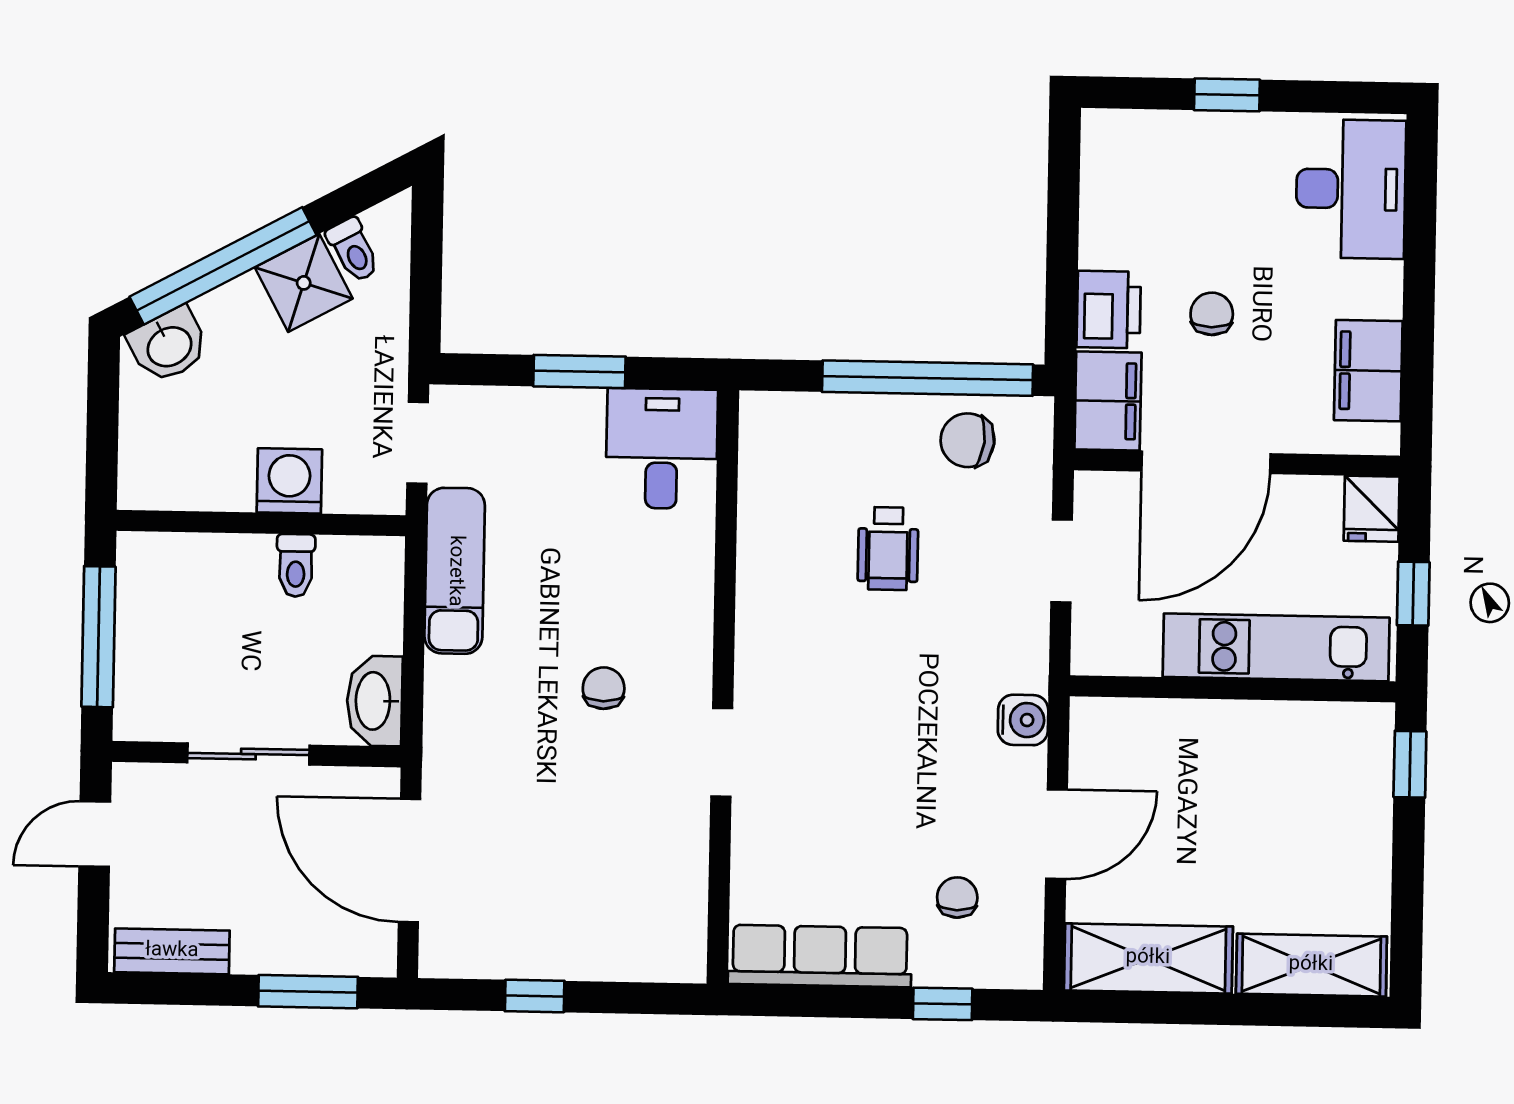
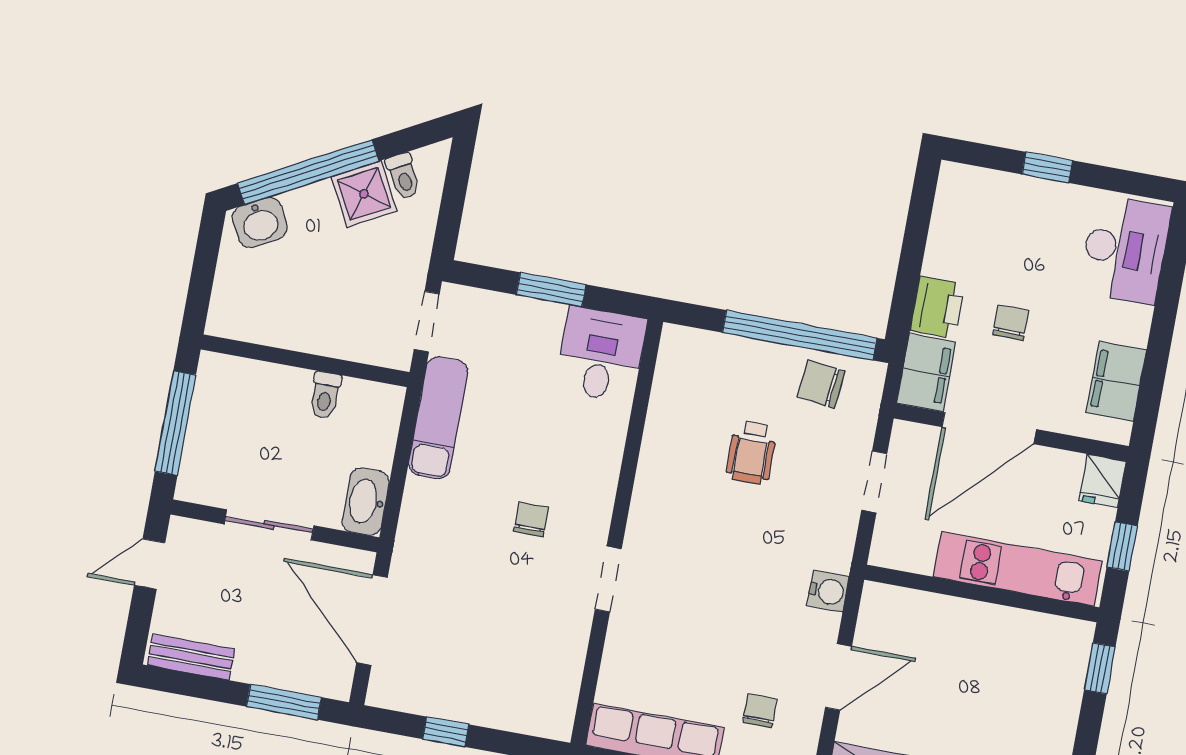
washing machine: (289, 481) -> (330, 334), removed

